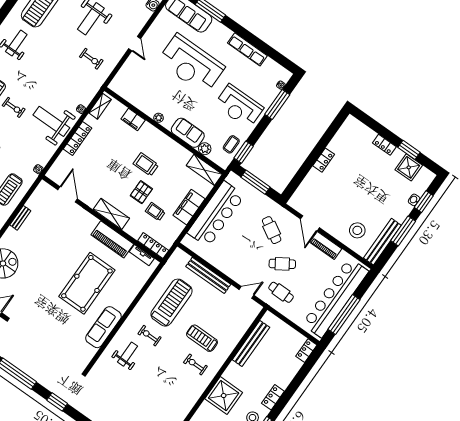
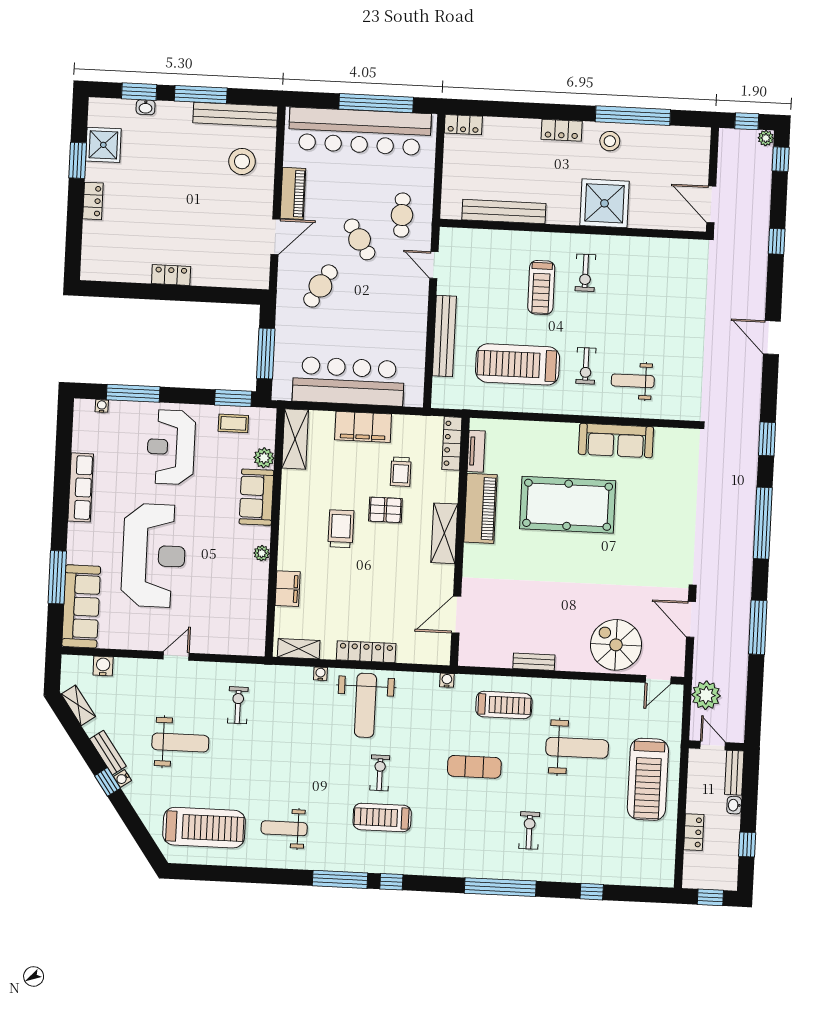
reception desk: (239, 106) -> (171, 447), turned 180
trolley: (146, 164) -> (341, 529), turned 180

